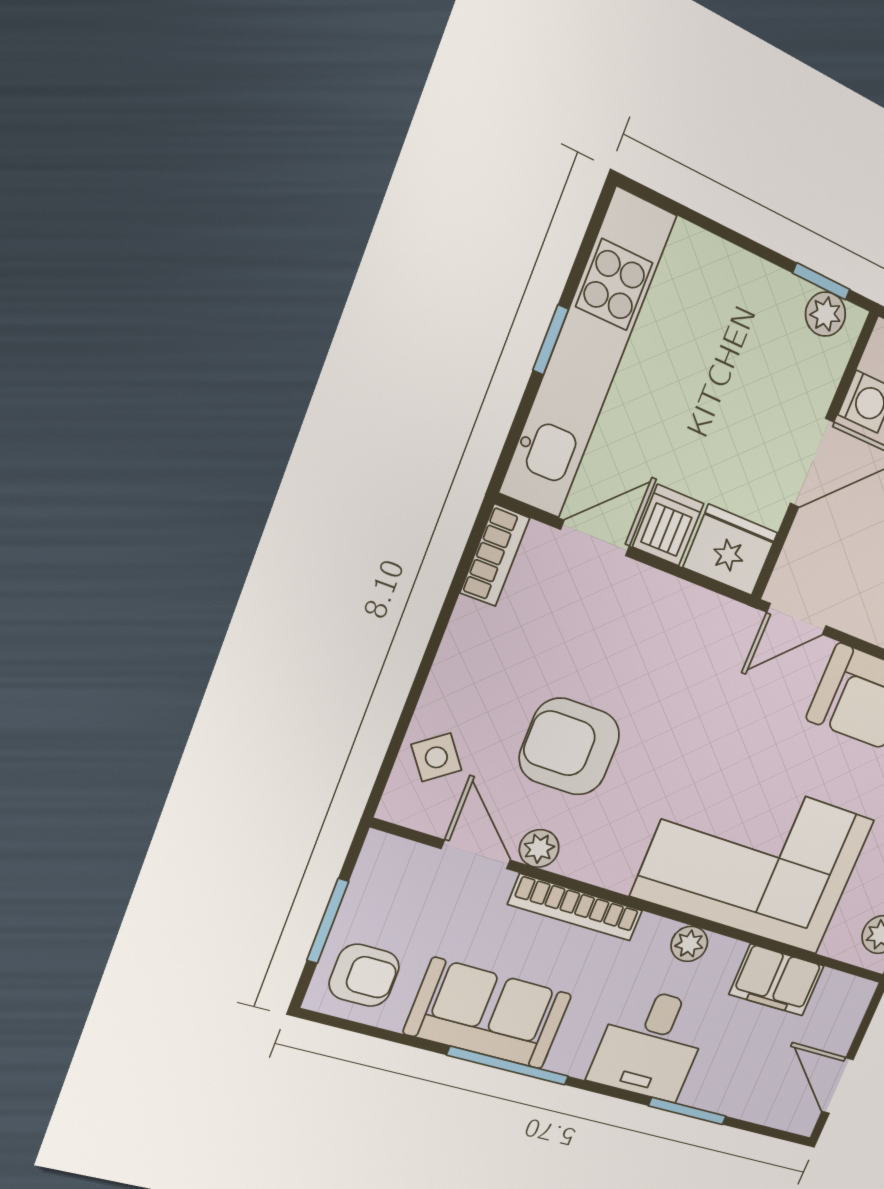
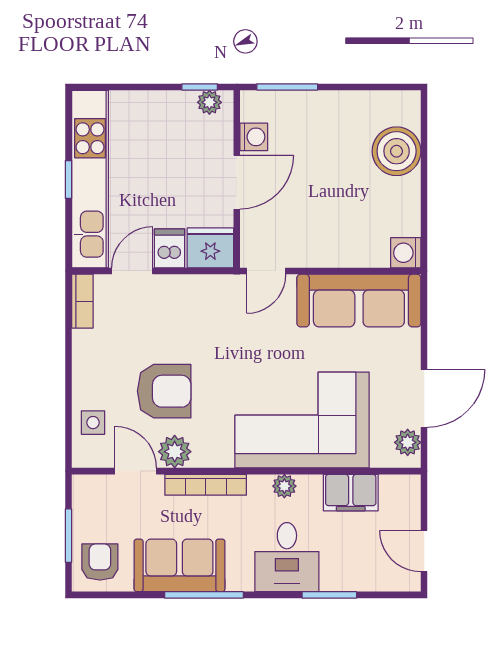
armchair: (569, 747) -> (164, 391), turned 180
side table: (436, 757) -> (93, 423), turned 36
plant: (539, 848) -> (175, 452), width x1.38, depth x1.38
armchair: (364, 975) -> (100, 562), turned -90

